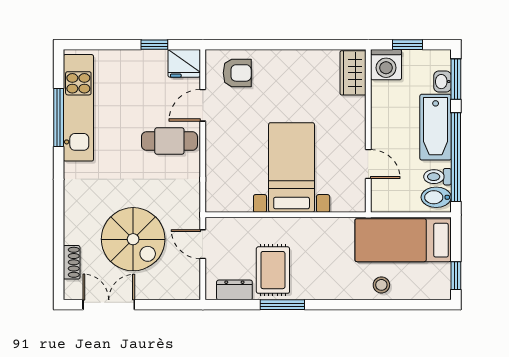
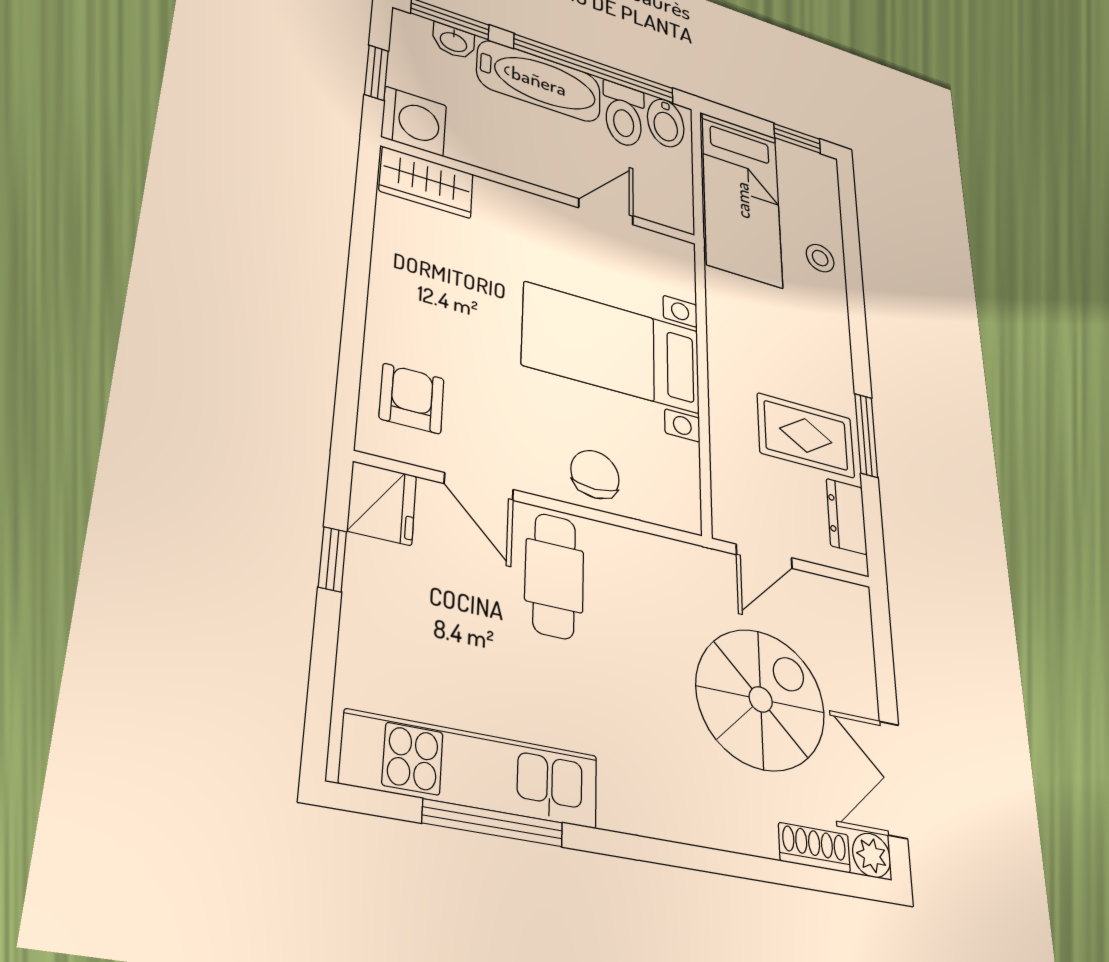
chair: (223, 159) -> (595, 474), added
toilet: (437, 177) -> (624, 115), width x1.37, depth x1.39
plant: (73, 291) -> (872, 855), added

